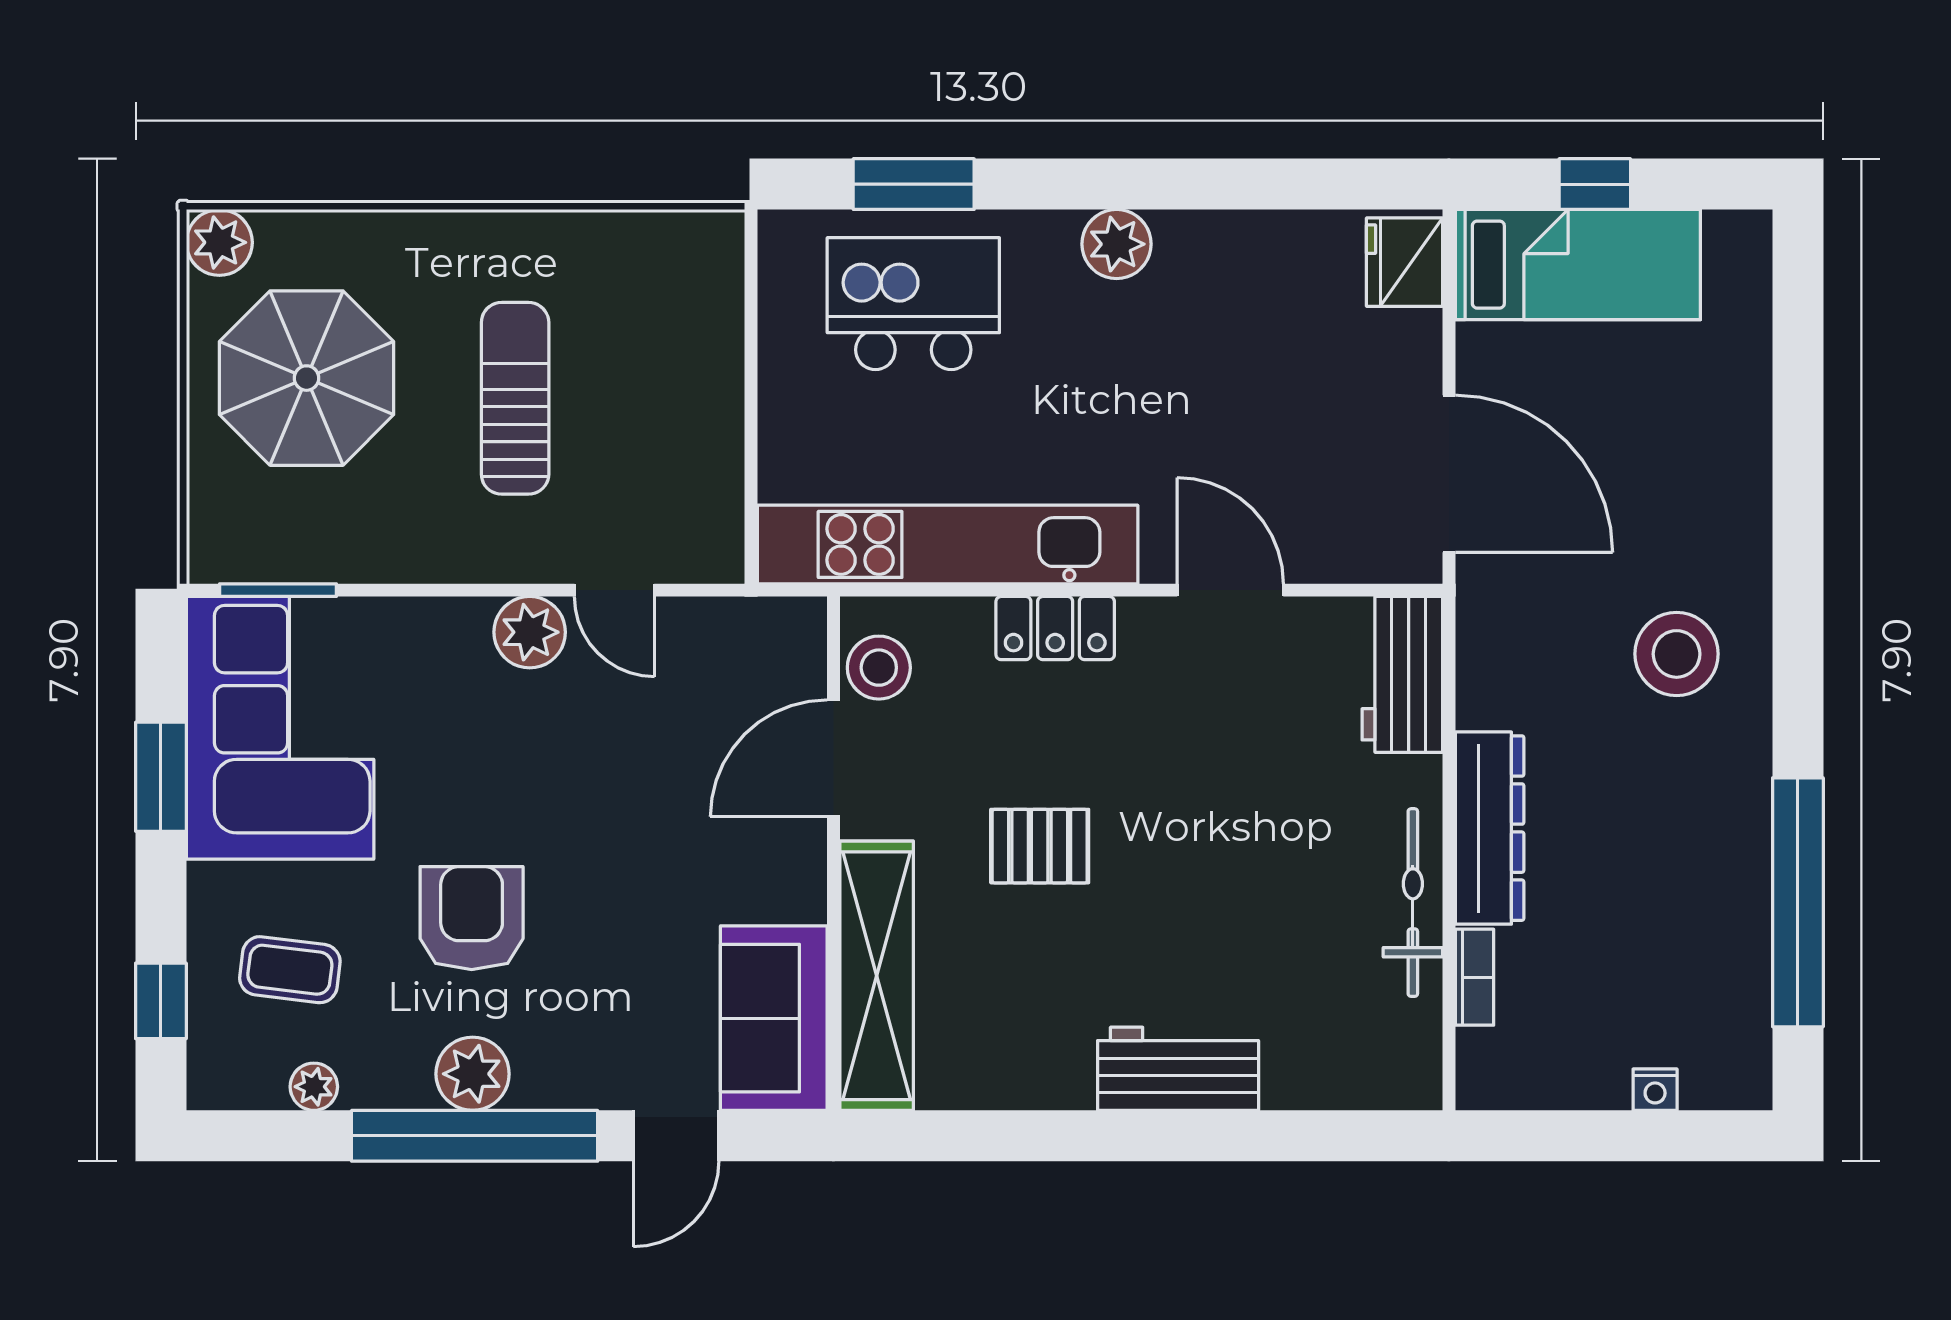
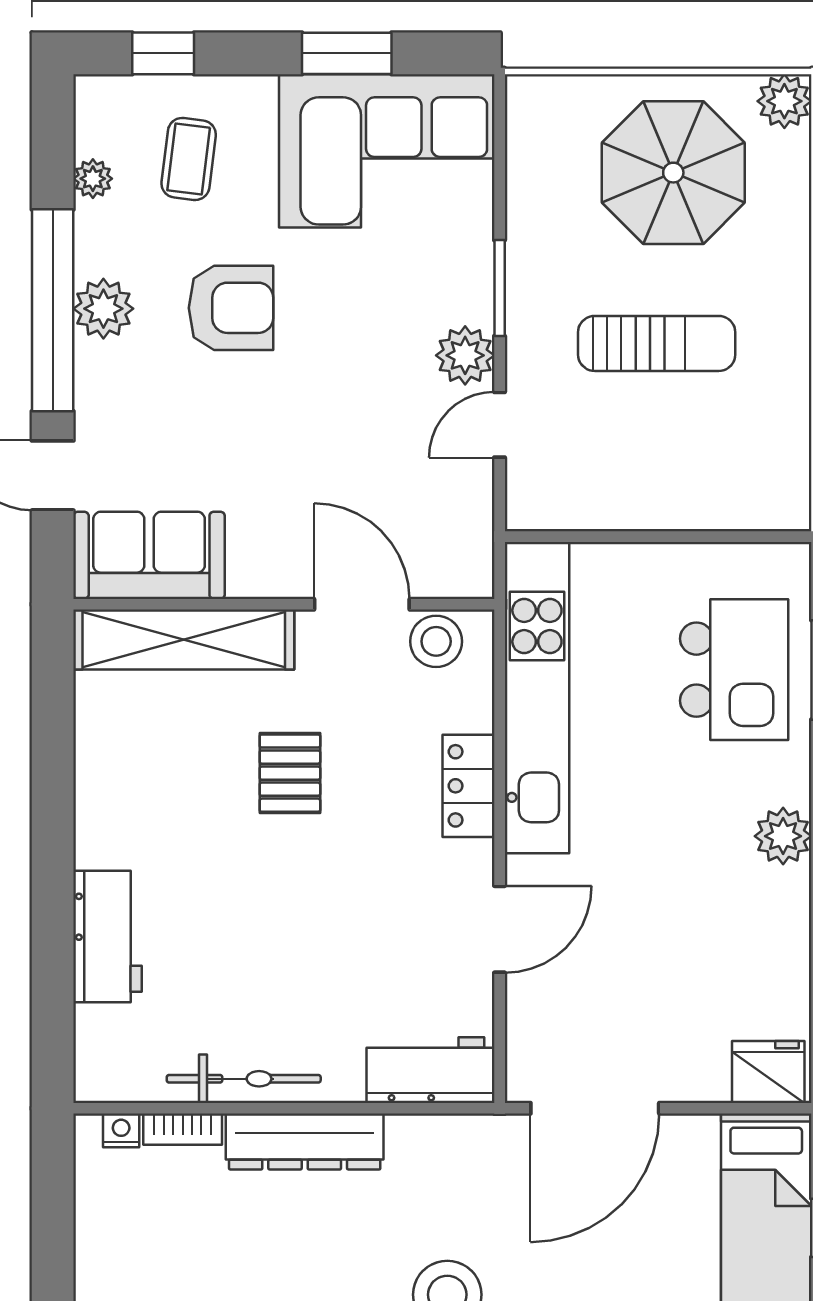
window: (278, 590) -> (500, 288), moved
workbench: (1178, 1069) -> (107, 937), moved
nightstand: (1655, 1090) -> (121, 1130), moved, turned 90

